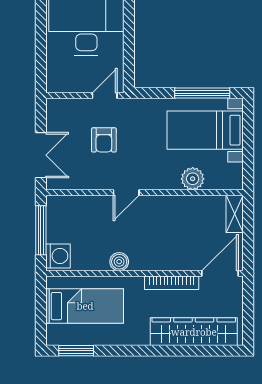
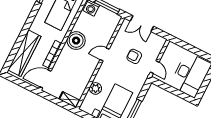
door: (126, 193) -> (105, 54), hinge flipped
boiler: (119, 262) -> (76, 41), width x1.86, depth x1.86
door: (220, 273) -> (45, 79), swing flipped

